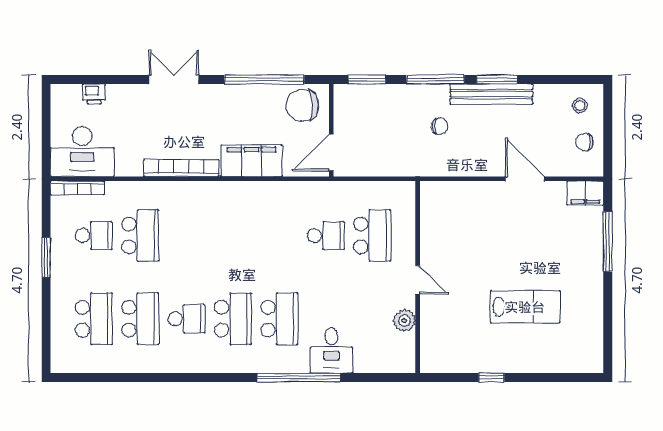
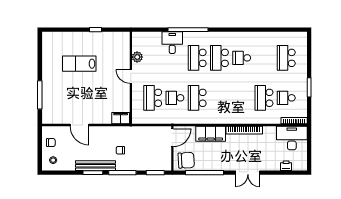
filing cabinet: (585, 193) -> (121, 118), moved
school desk: (140, 319) -> (197, 98), moved

